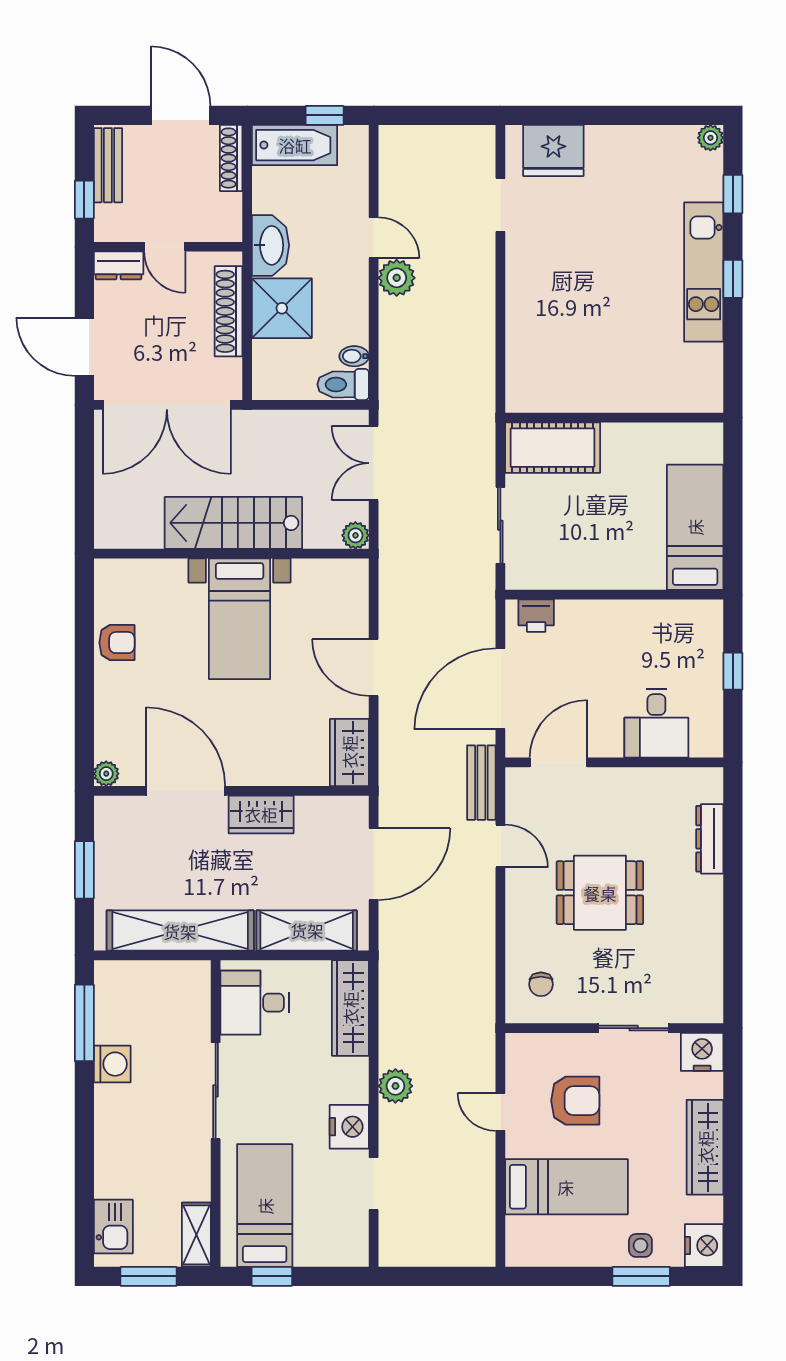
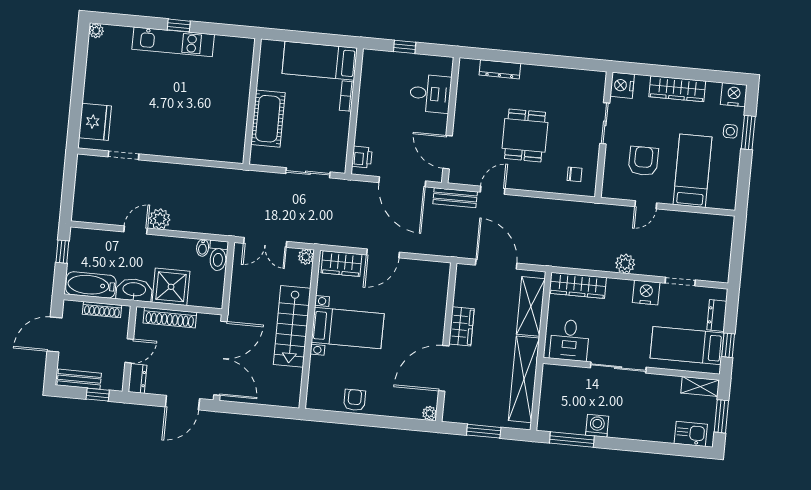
bathtub: (295, 145) -> (91, 285), moved, turned -90
shoe rack: (231, 158) -> (102, 310), moved
window: (733, 194) -> (130, 21), removed
cot: (553, 448) -> (268, 119), moved
bookcase: (639, 580) -> (347, 96), added
wardrobe: (349, 752) -> (341, 264), moved
dresser: (321, 1252) -> (717, 315), added

